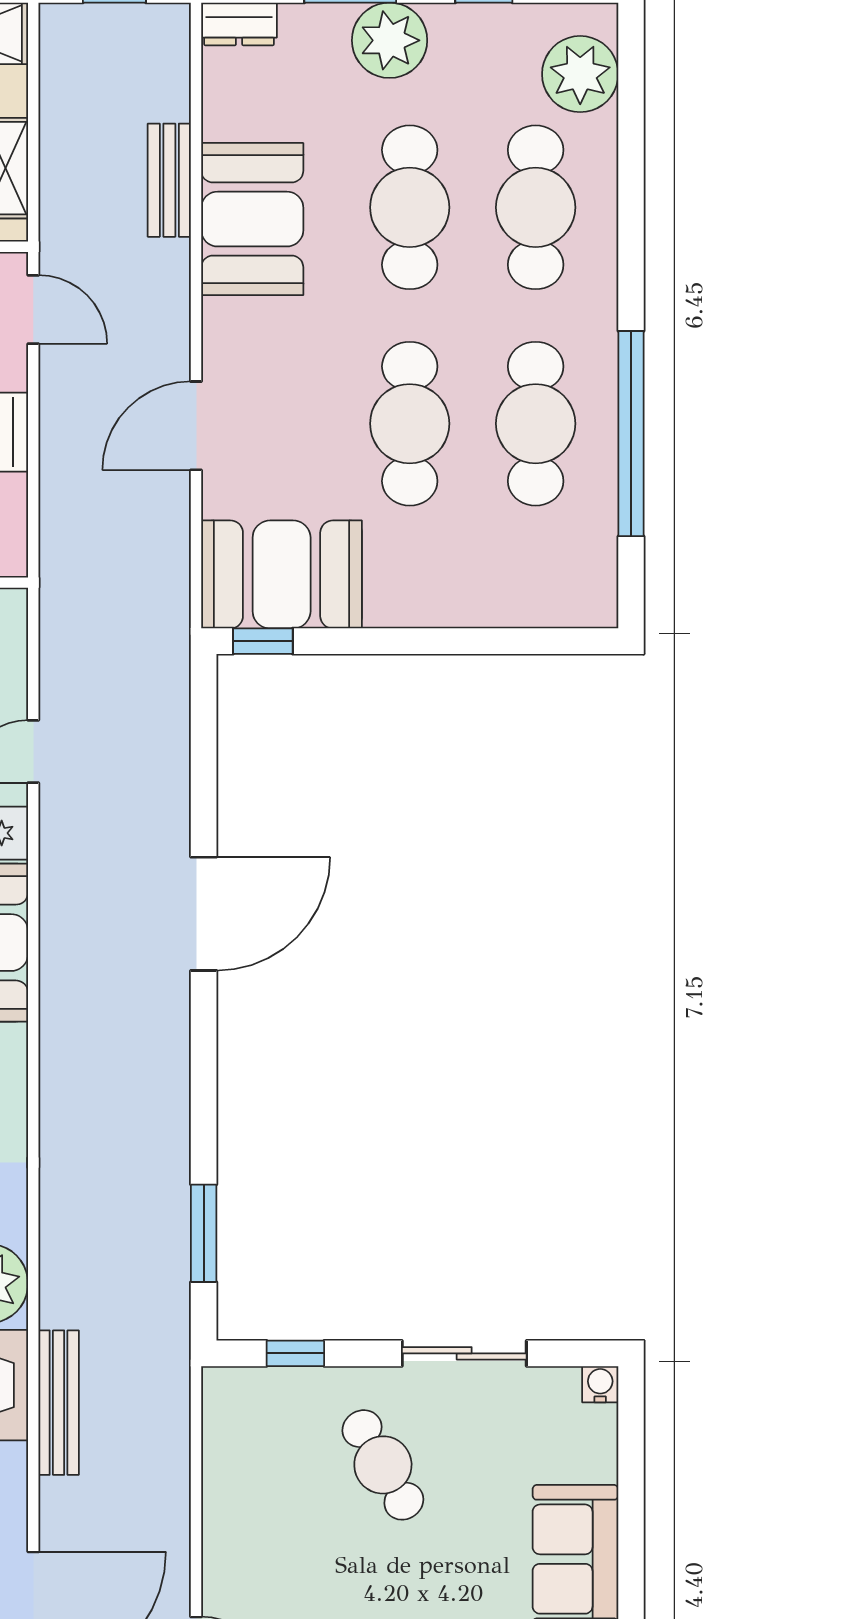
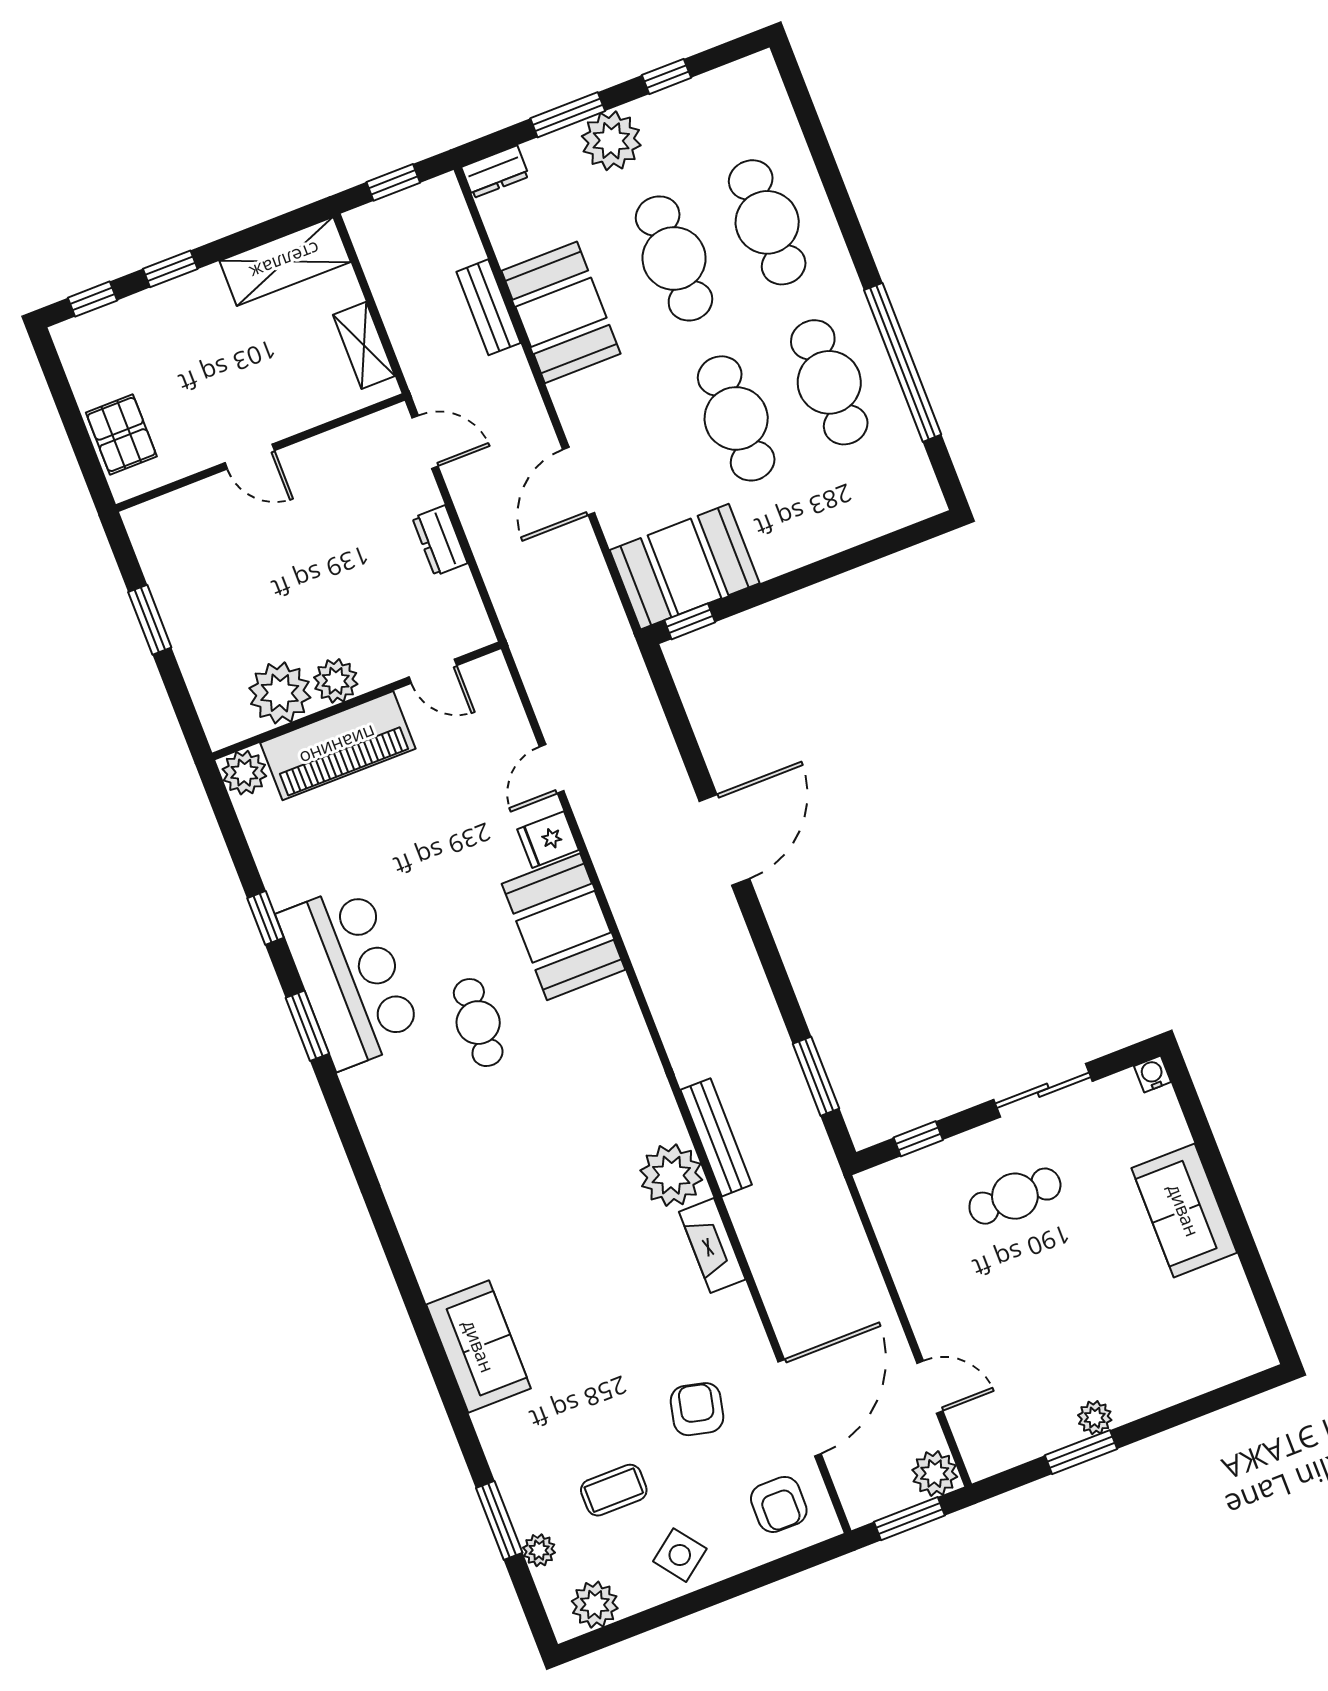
plant: (580, 74) -> (762, 111), removed
bench: (59, 1403) -> (716, 1137), moved
cafe table: (383, 1465) -> (1015, 1196), turned -60

